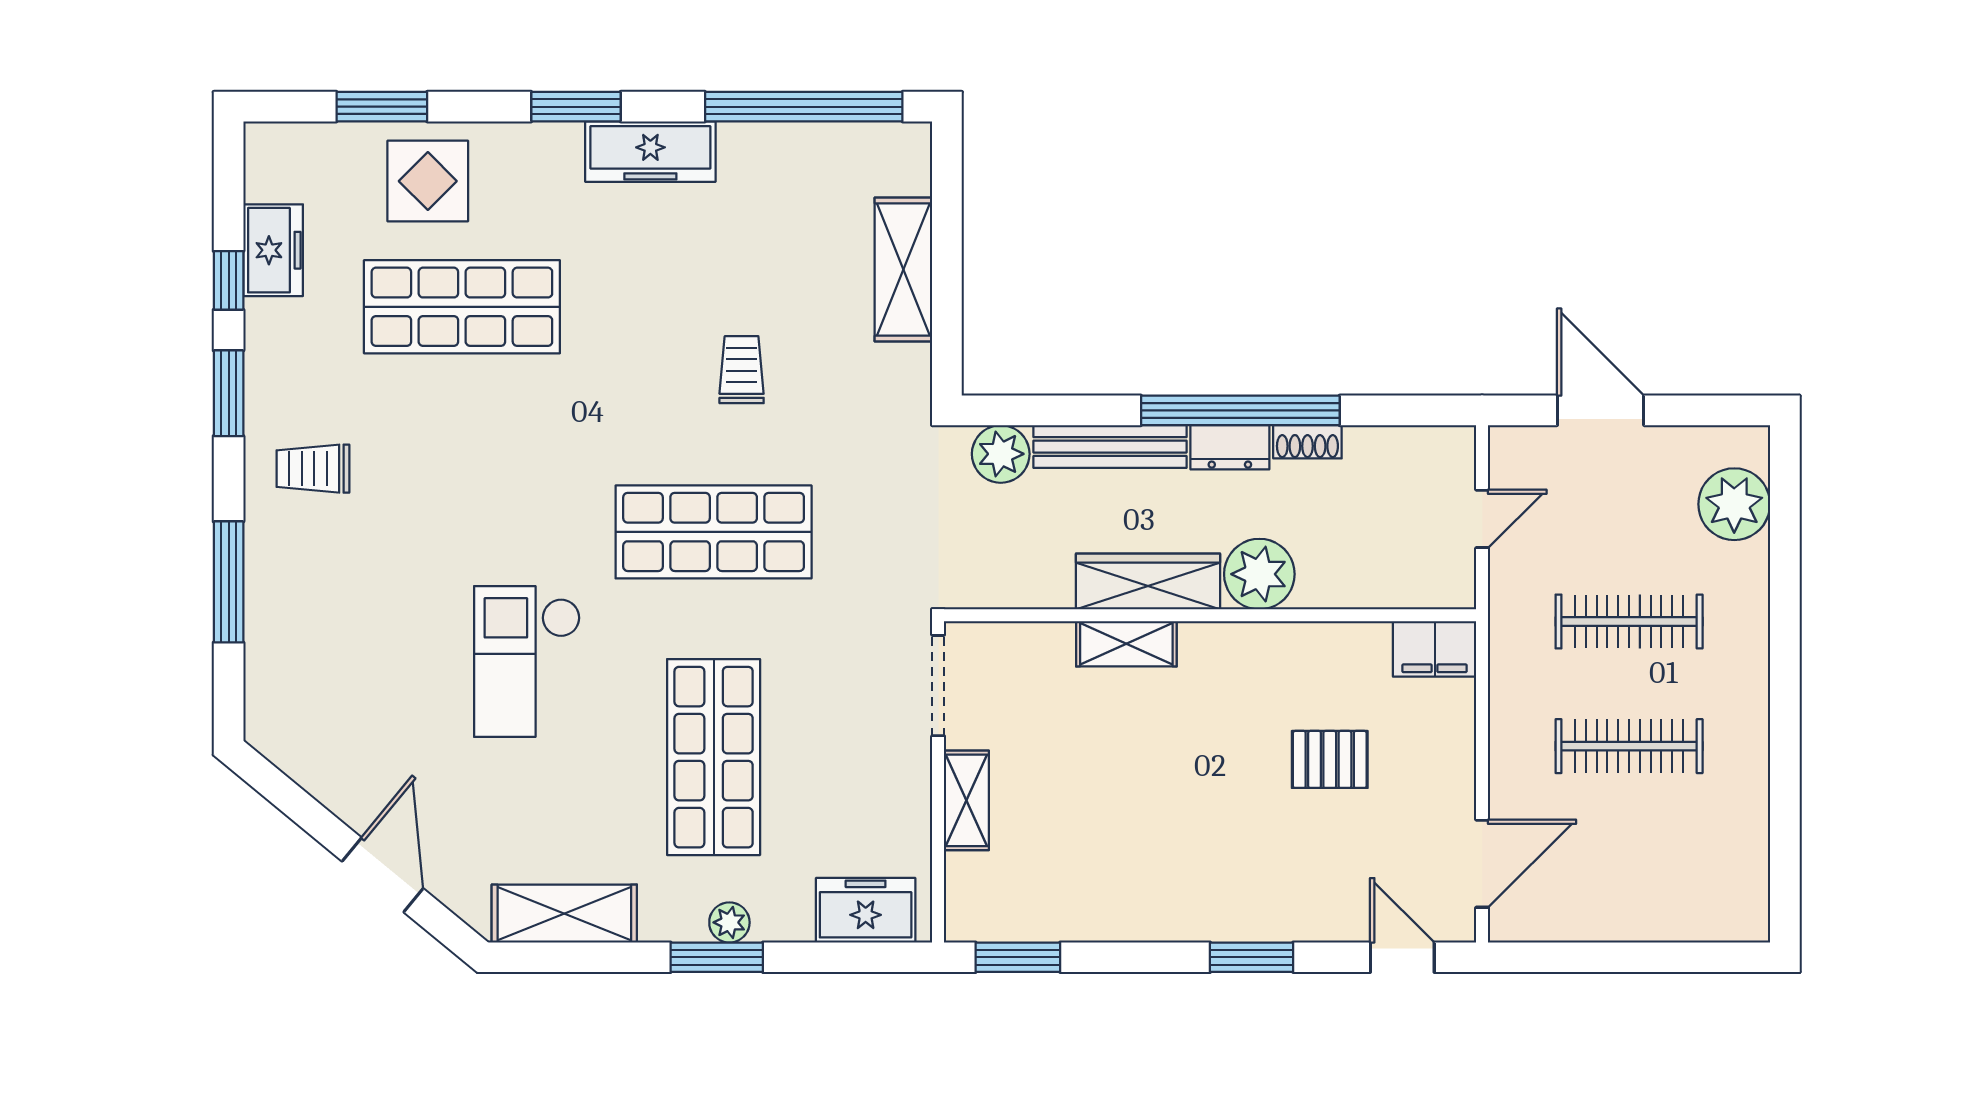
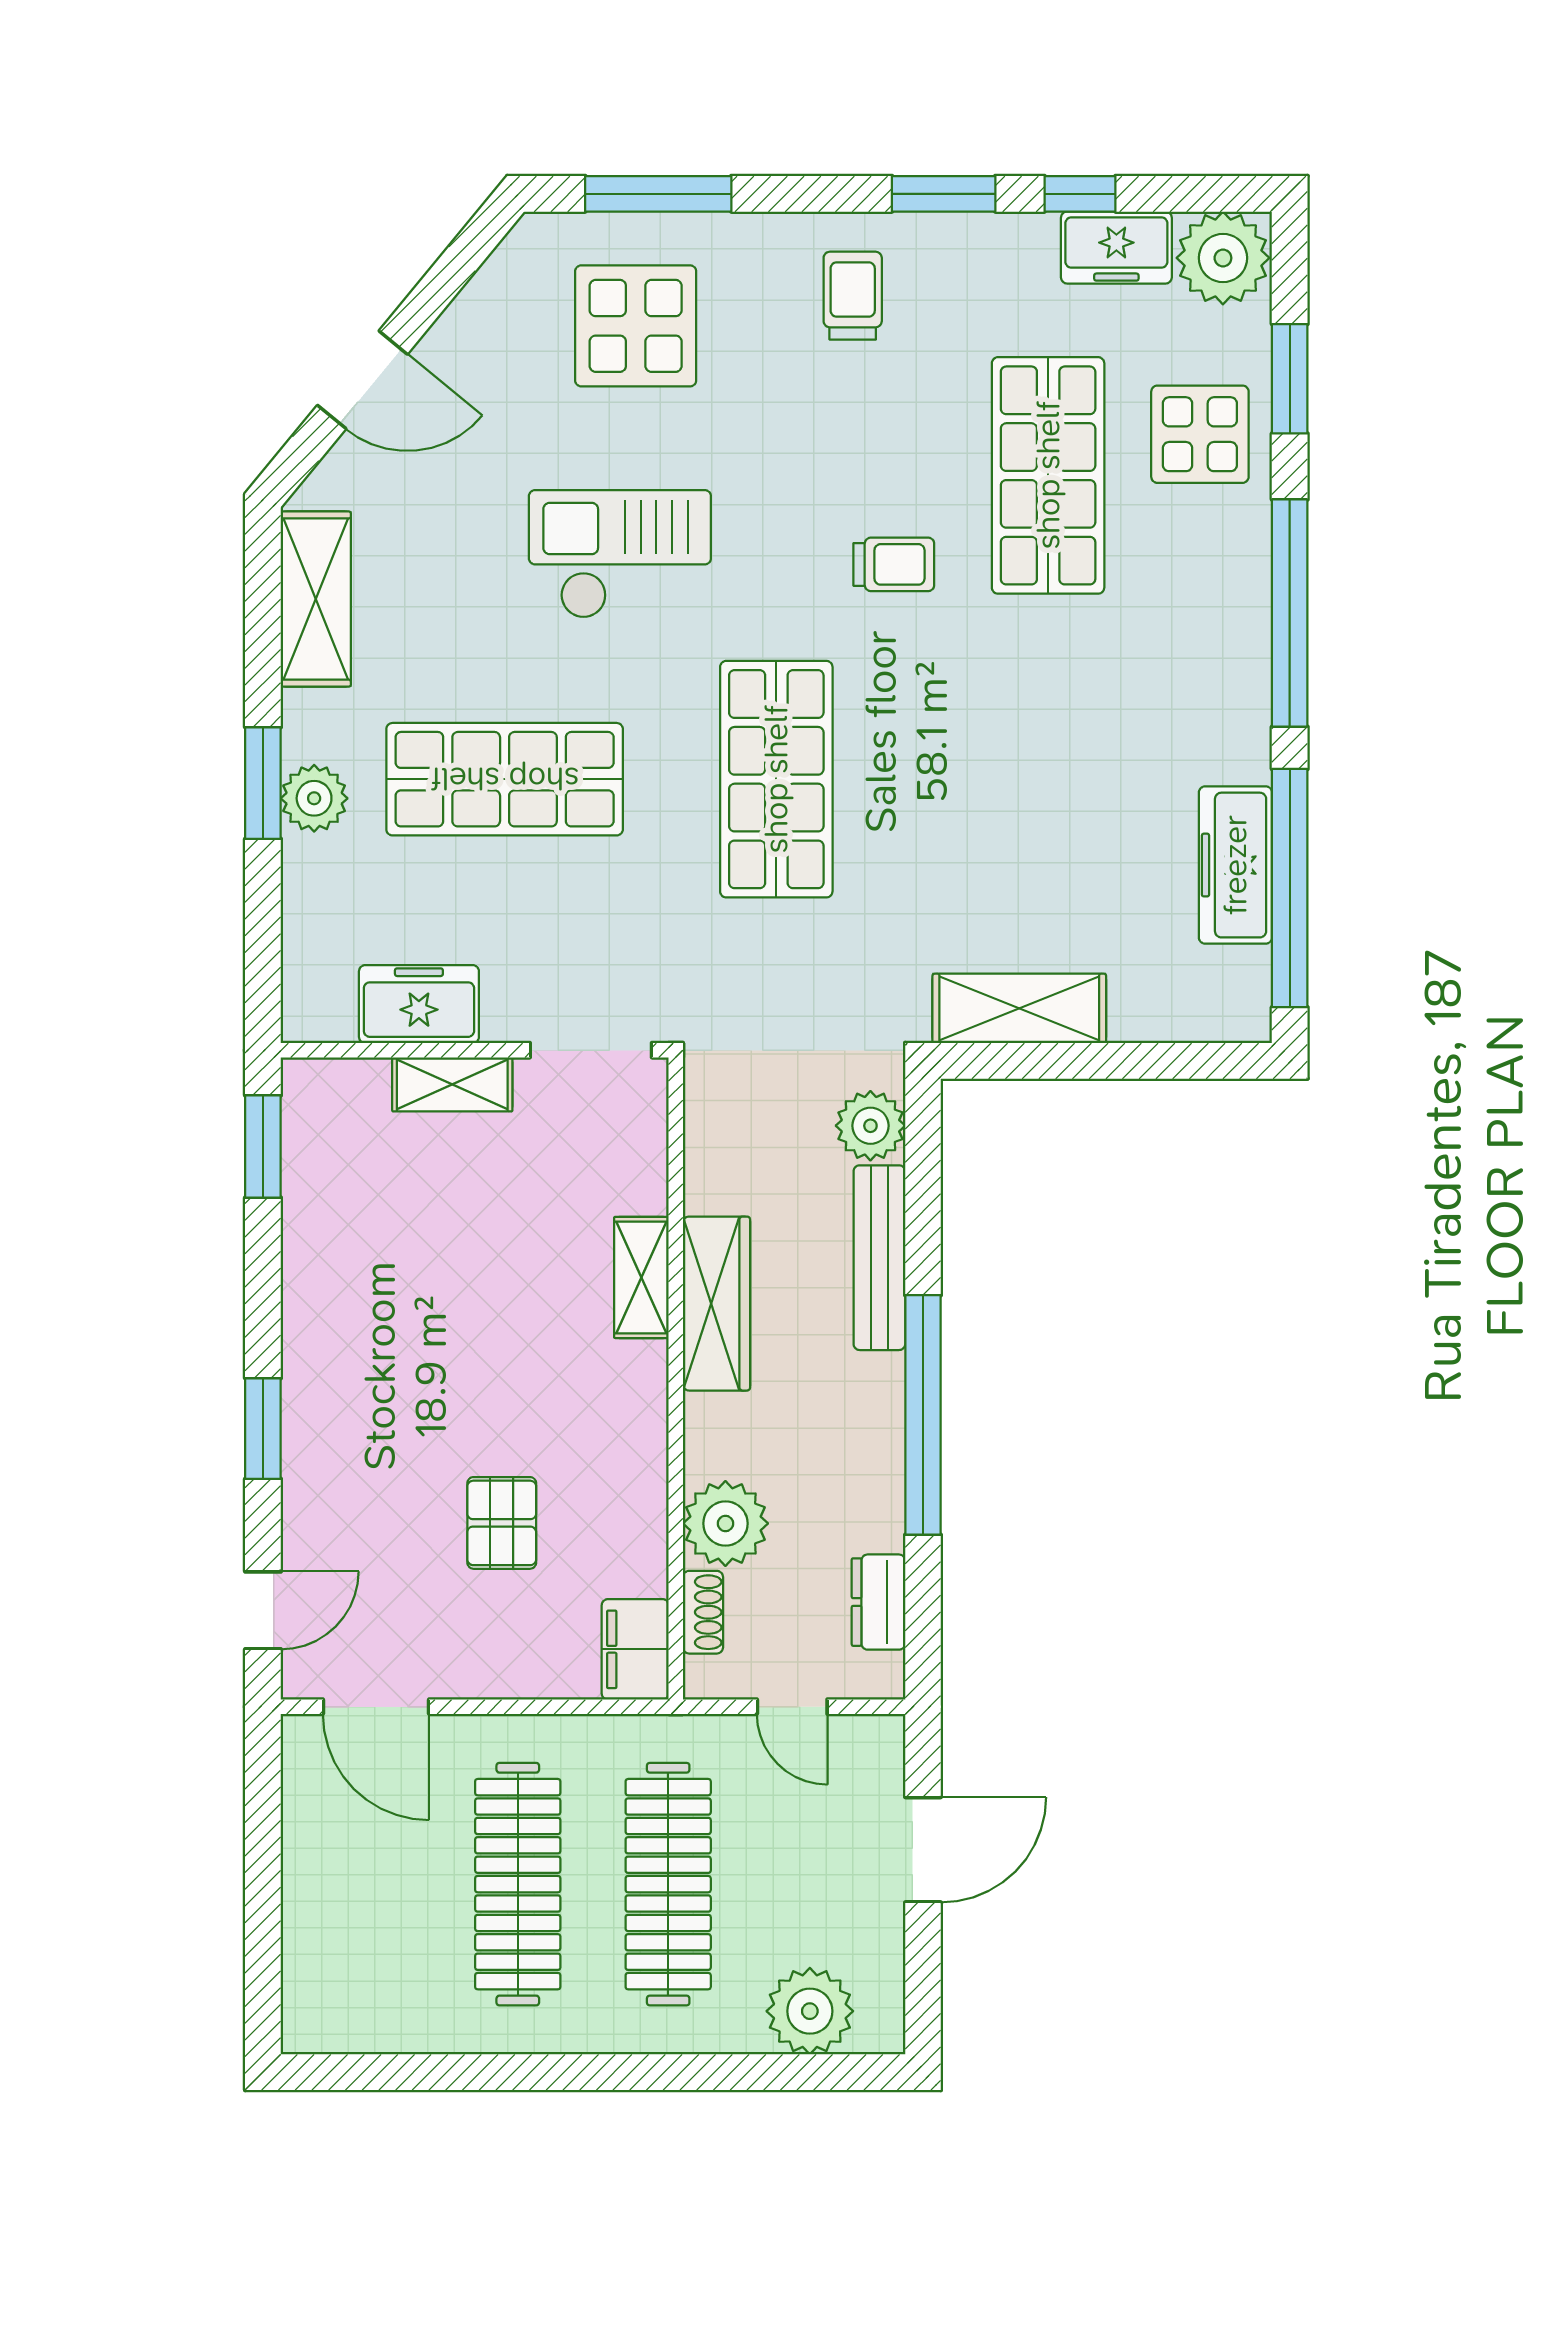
window: (576, 107) -> (1290, 613), width x2.11
freezer: (650, 152) -> (1235, 865), moved
plant: (282, 162) -> (1223, 258), added
shelving: (903, 269) -> (1019, 1008), moved
trolley: (742, 370) -> (894, 564), moved
shoe rack: (1307, 442) -> (703, 1612), moved, turned 180
dresser: (1230, 447) -> (878, 1602), moved
plant: (1259, 574) -> (725, 1523), moved
window: (229, 582) -> (658, 194), moved
clothes rail: (1629, 622) -> (668, 1884), width x1.37, depth x1.31
display table: (338, 648) -> (636, 326), added
clothes rail: (1629, 746) -> (518, 1884), width x1.37, depth x1.31
freezer: (866, 910) -> (419, 1004), moved, turned -90
plant: (729, 922) -> (314, 798), width x1.38, depth x1.38

